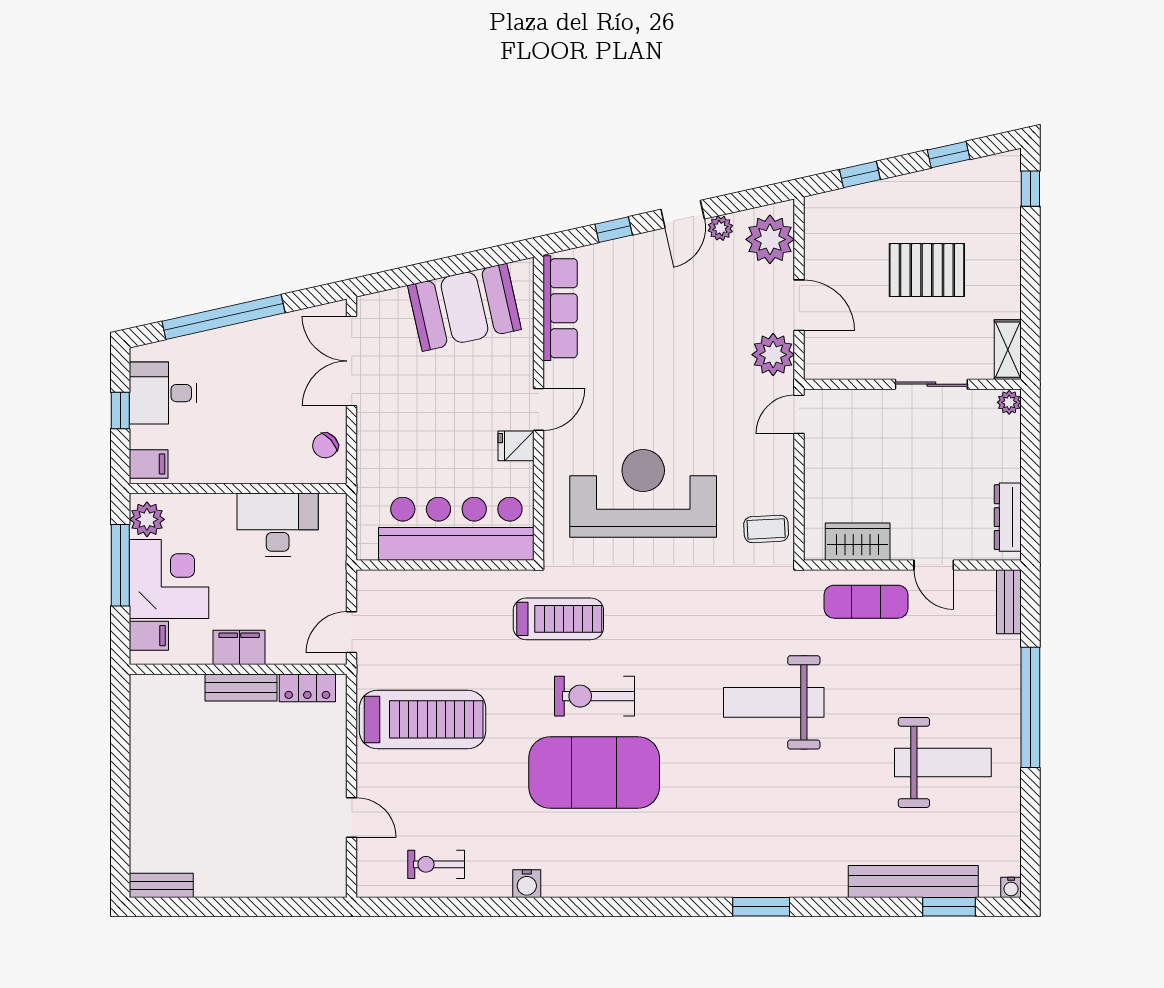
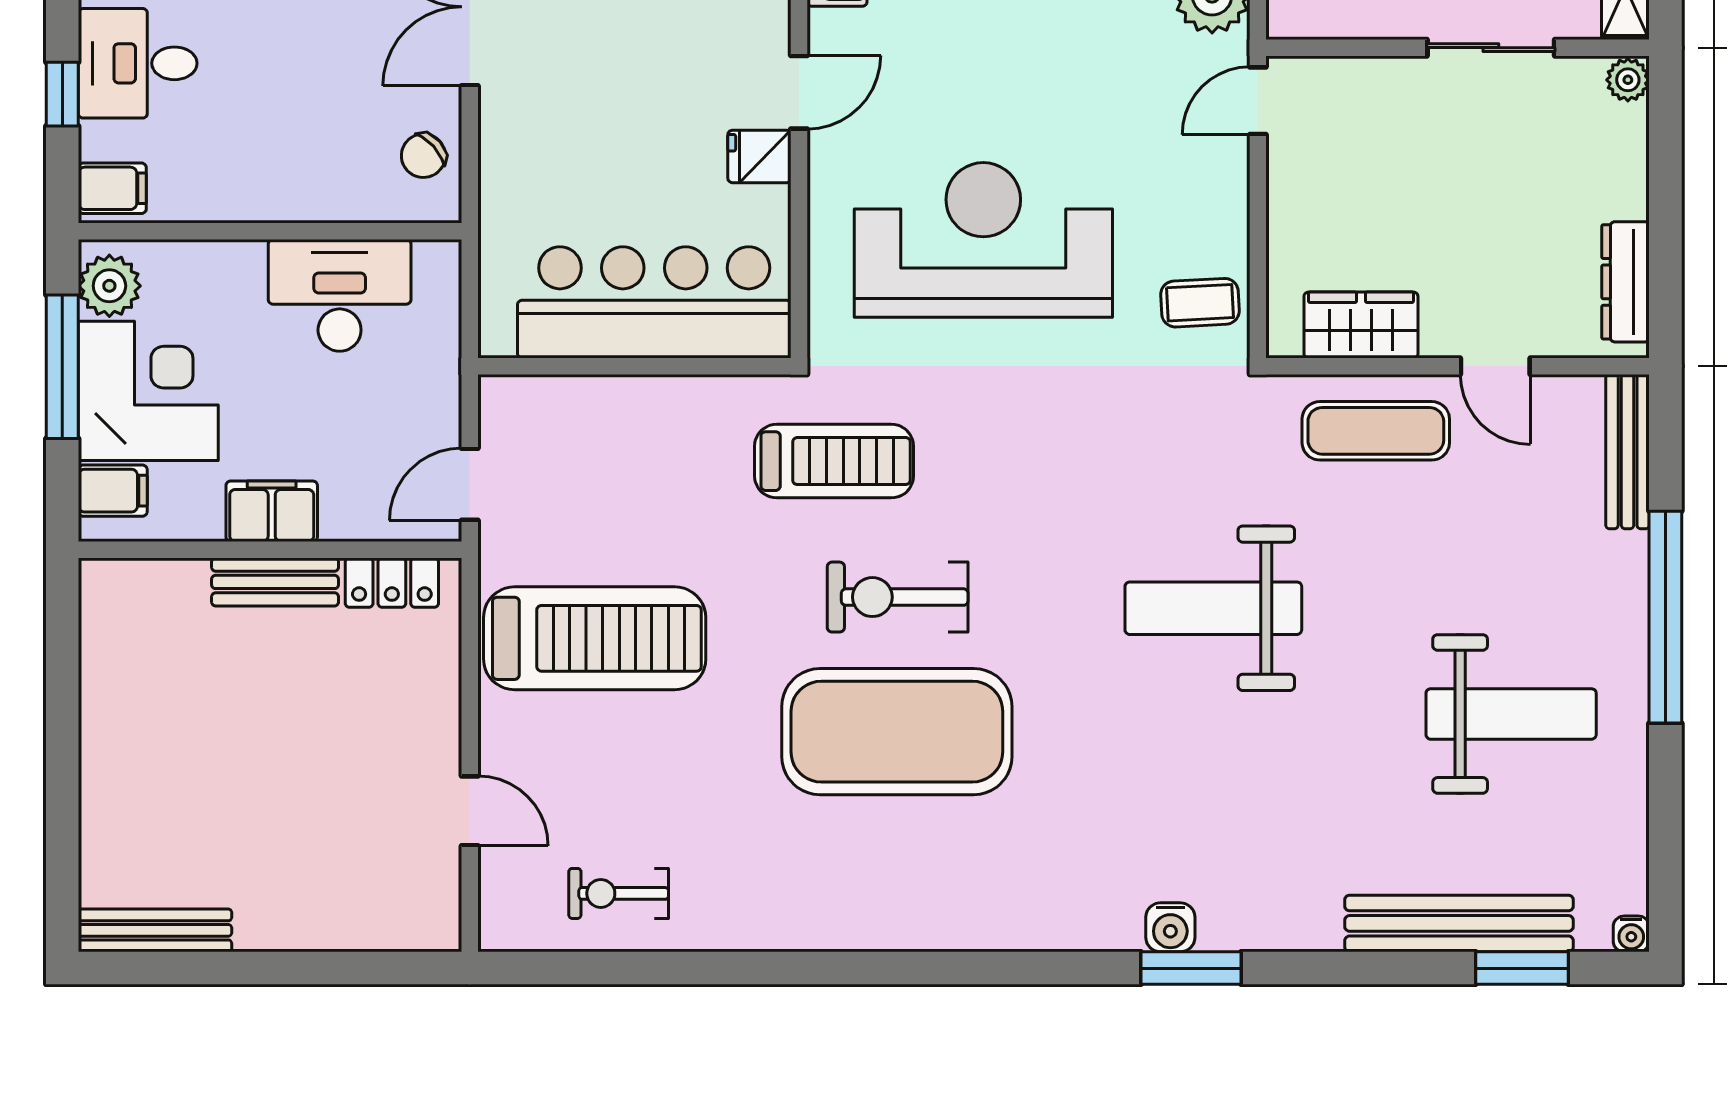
bench: (1009, 602) -> (1628, 452), width x1.36
water cooler: (527, 884) -> (1170, 927), moved
bench: (161, 885) -> (155, 930), width x1.36

